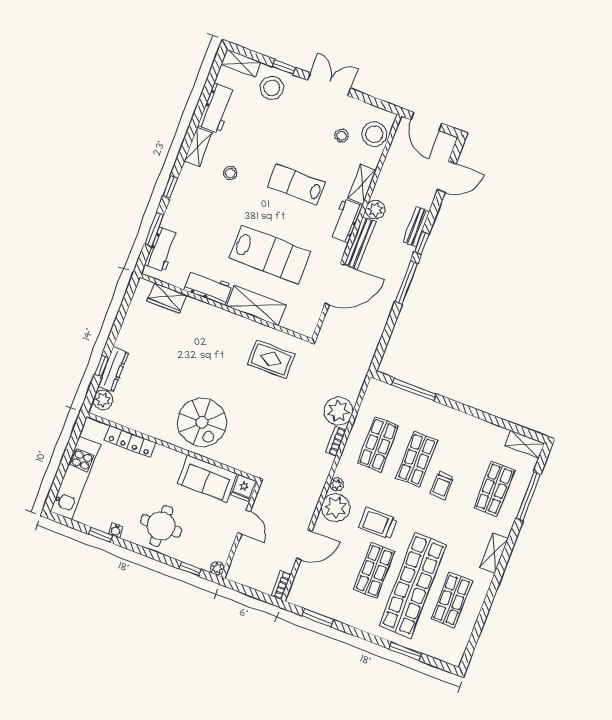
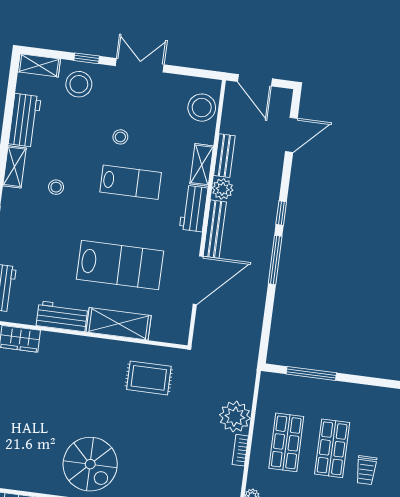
stool: (342, 136) -> (120, 137), moved
lab bench: (297, 185) -> (131, 182), turned 180
bench: (416, 227) -> (224, 156), moved

